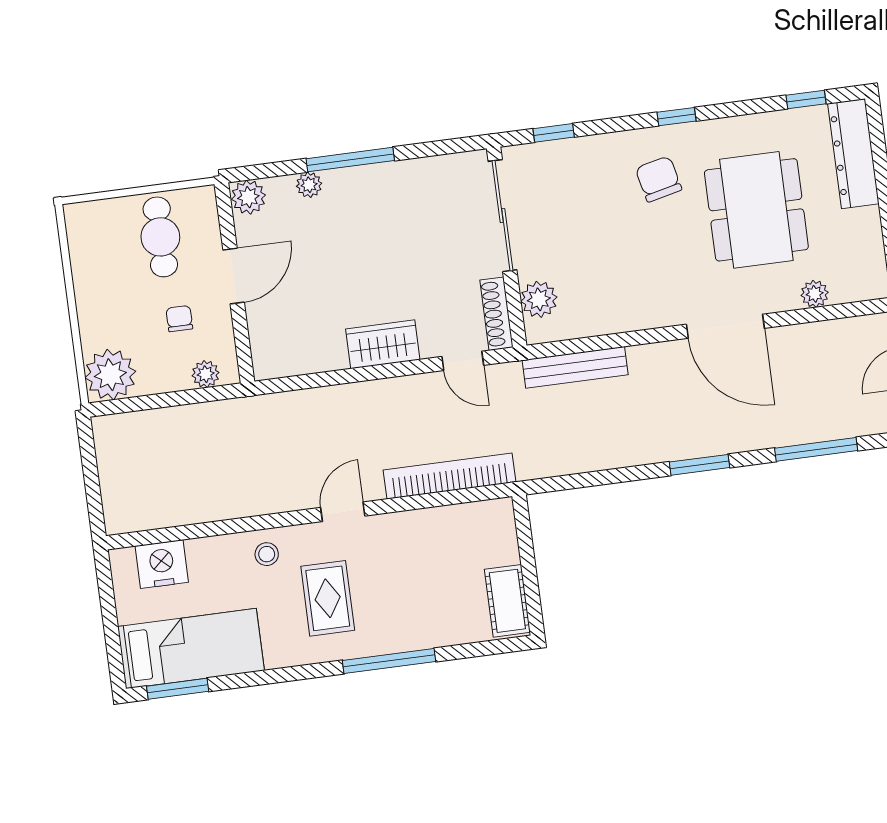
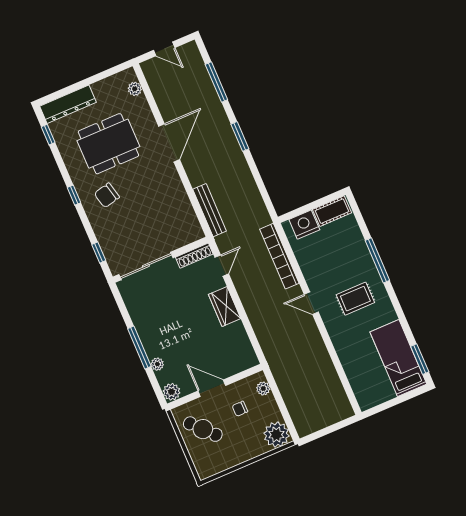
cafe table: (160, 237) -> (203, 429), turned 47
plant: (815, 294) -> (135, 89), moved
plant: (539, 299) -> (181, 237), removed
stool: (267, 554) -> (342, 334), removed
nightstand: (162, 564) -> (304, 225), moved, turned 90

